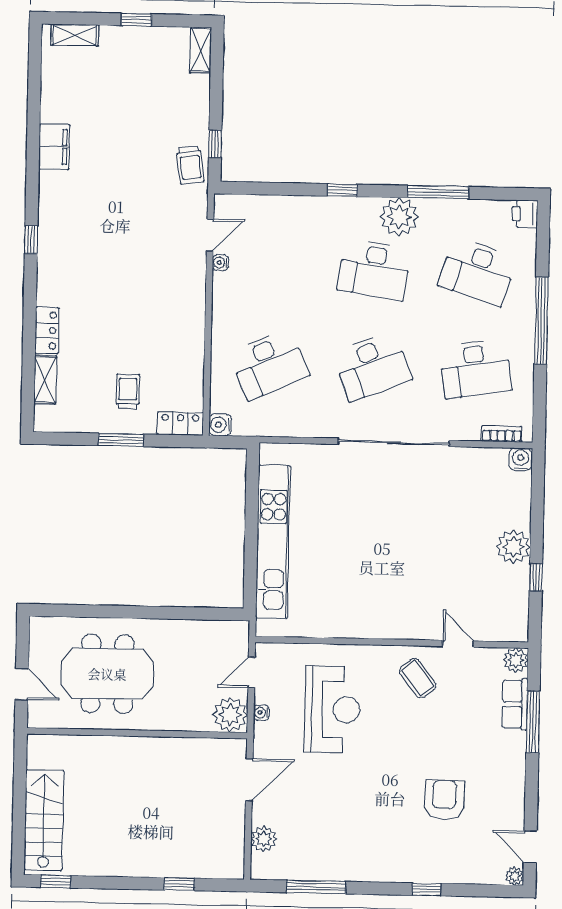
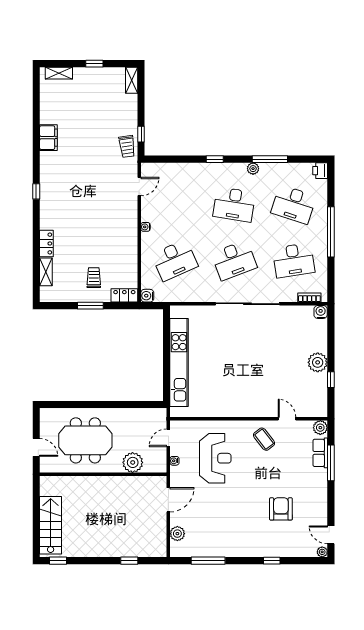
plant: (399, 217) -> (253, 169), width x0.53, depth x0.53
water cooler: (220, 263) -> (145, 227), moved
plant: (230, 715) -> (133, 462), moved

